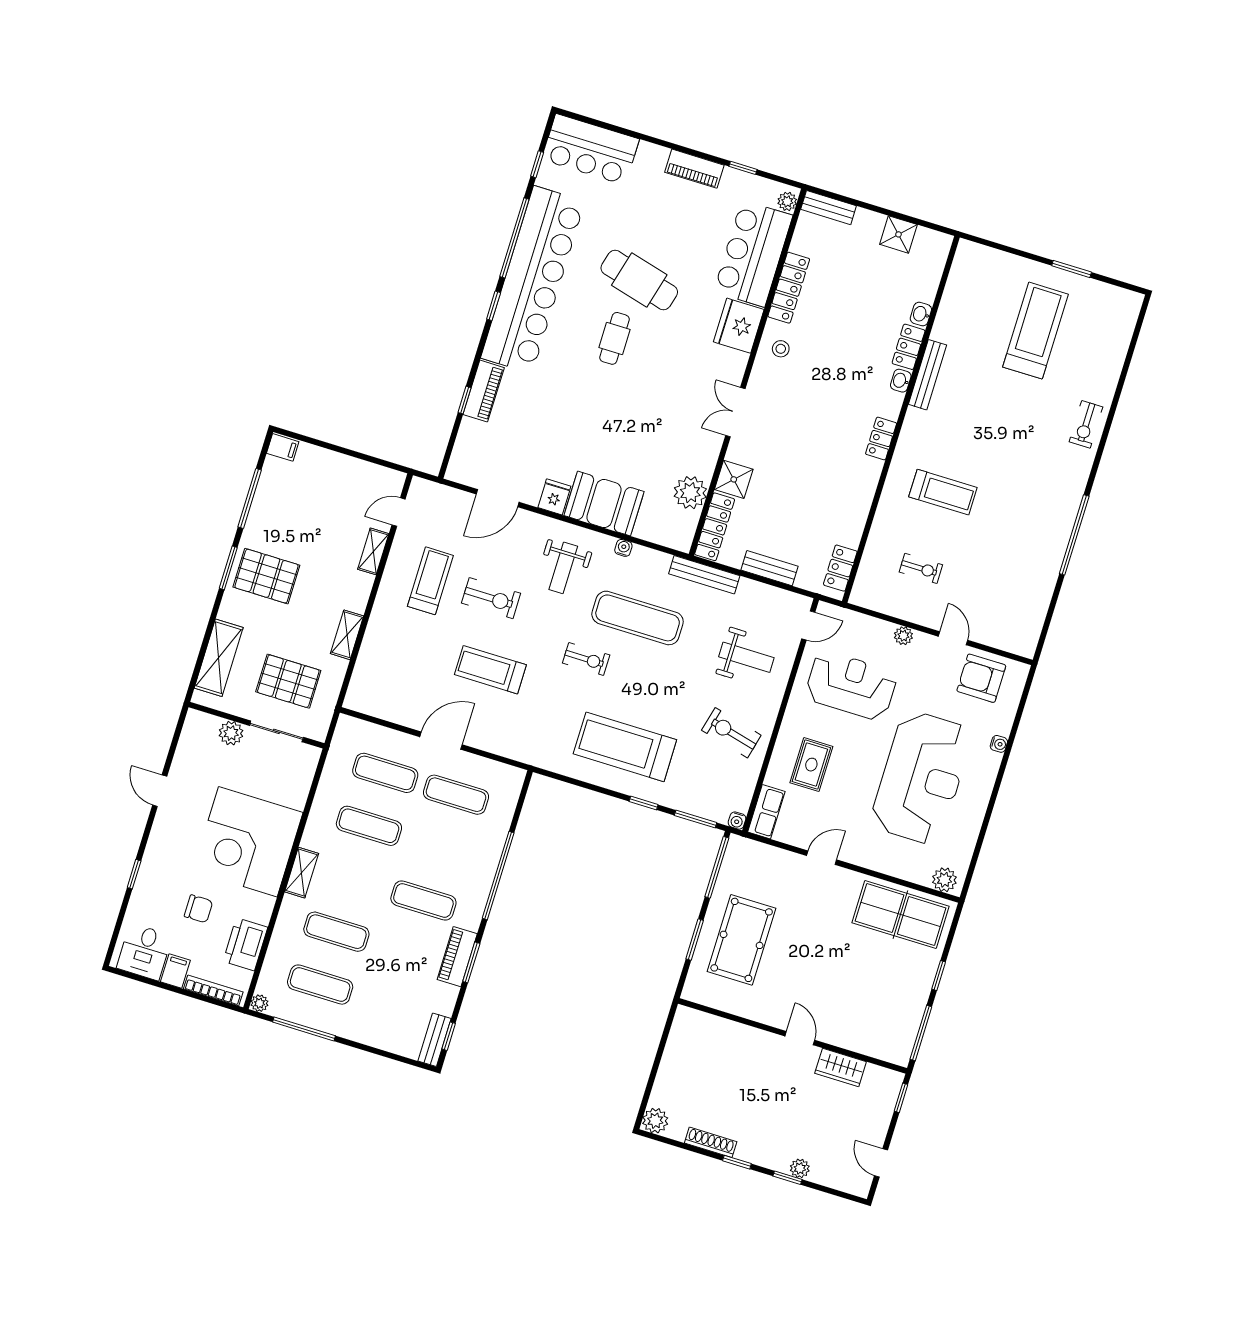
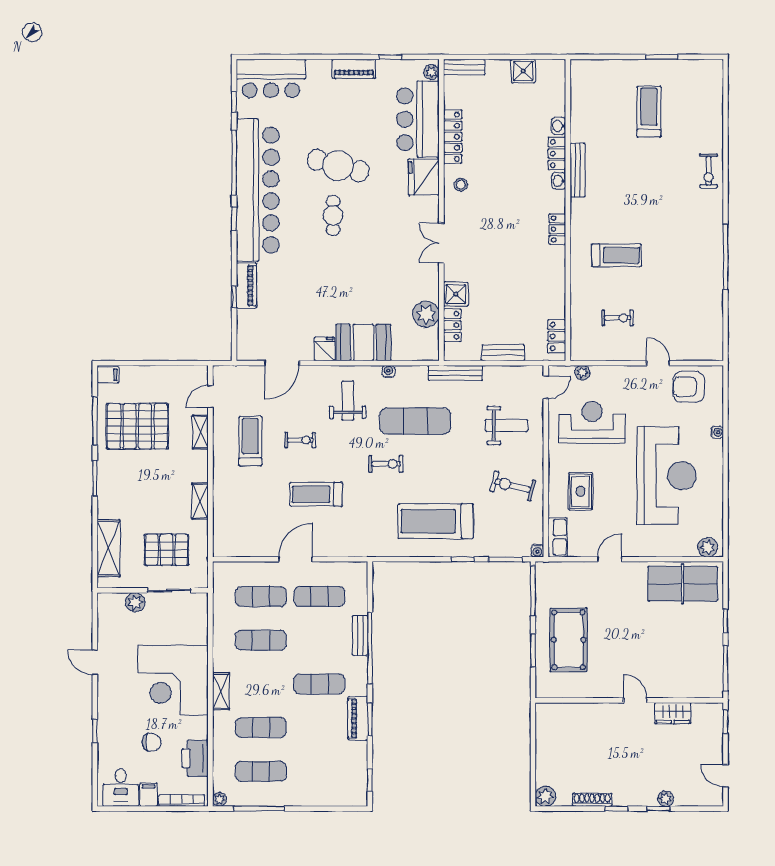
treadmill: (1036, 331) -> (649, 112), width x0.73, depth x0.73
locker: (715, 527) -> (452, 325), width x0.66
weight bench: (563, 568) -> (348, 400), turned 180
pallet: (266, 576) -> (137, 426), moved, width x1.37, depth x1.41
exercise bike: (491, 598) -> (300, 440), width x0.73, depth x0.72
plant: (903, 636) -> (583, 373), moved
bench: (435, 1040) -> (360, 635), moved

